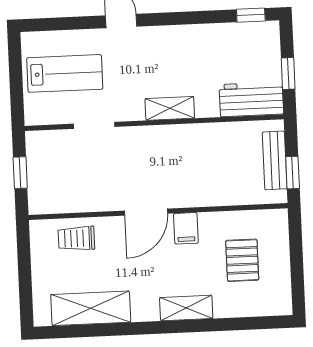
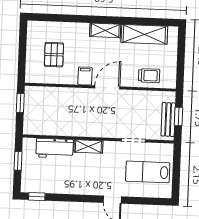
workbench: (251, 99) -> (55, 148), moved
bench: (275, 160) -> (168, 119), moved
shelving: (186, 308) -> (105, 30), moved

